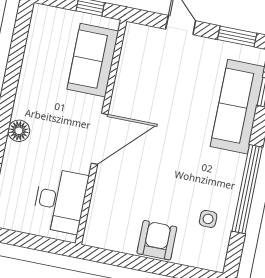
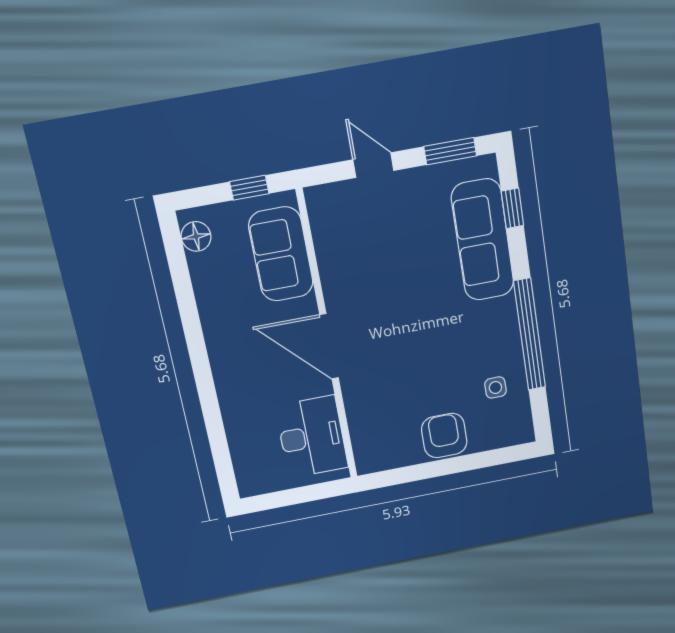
floor lamp: (19, 131) -> (196, 236), moved
door: (100, 139) -> (329, 346), swing flipped

